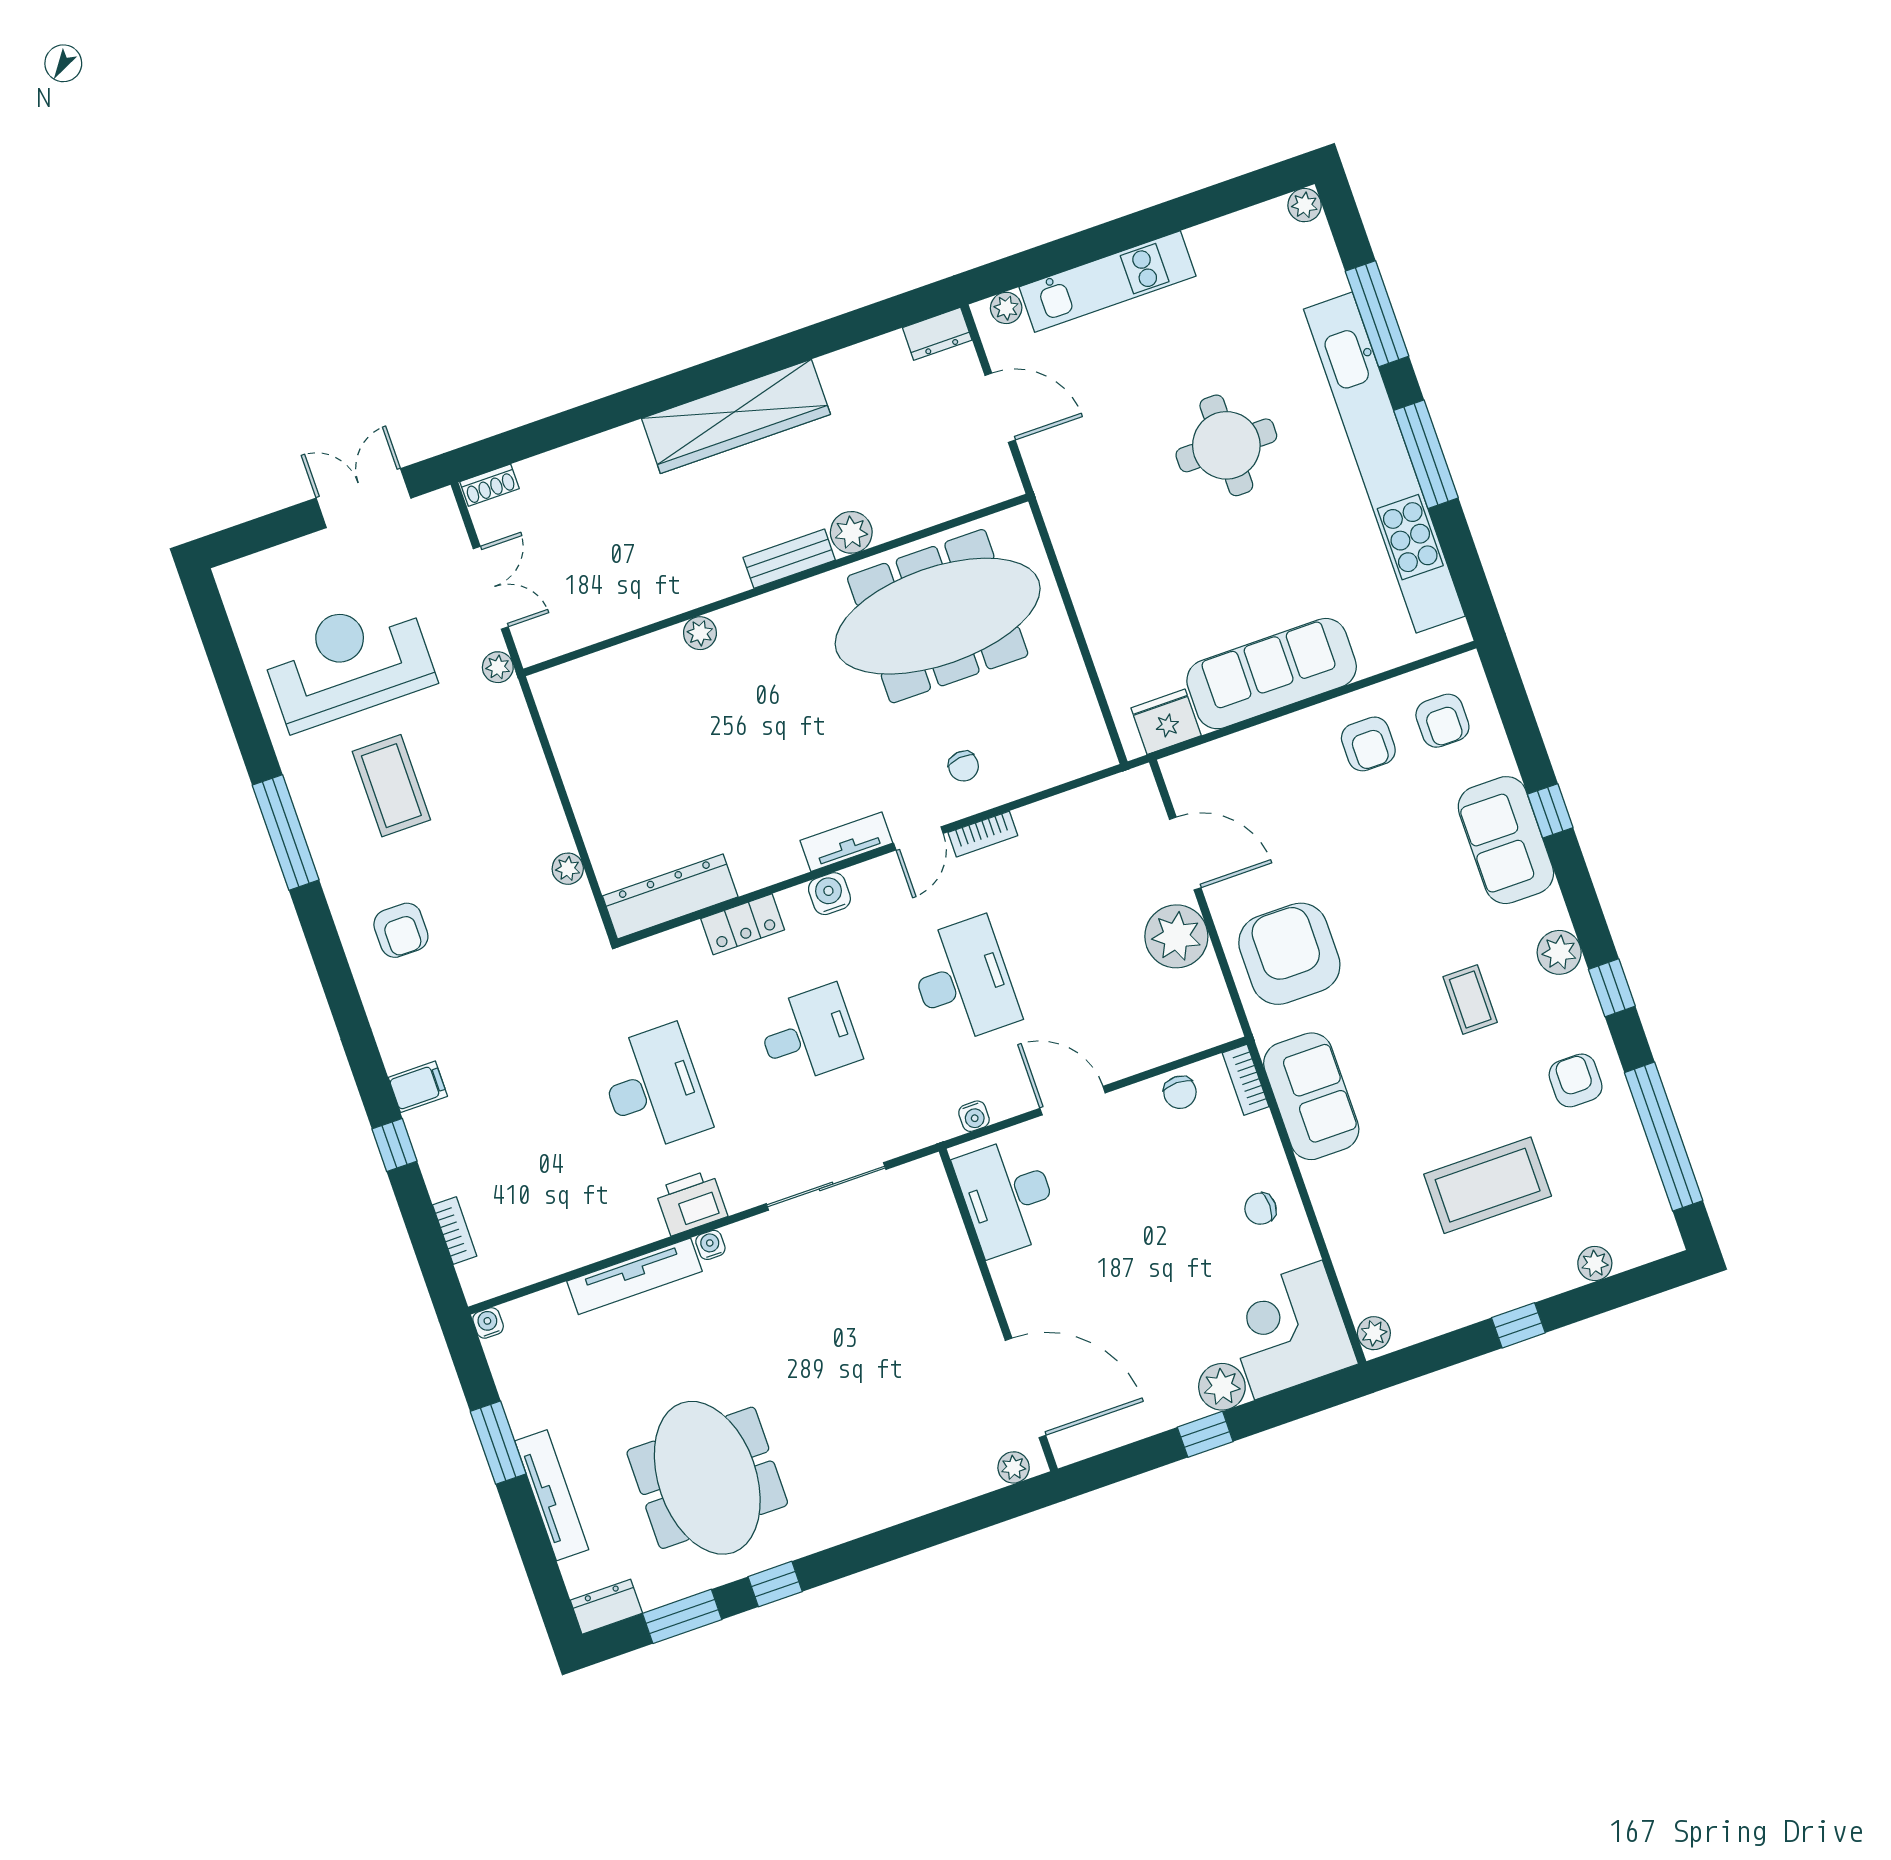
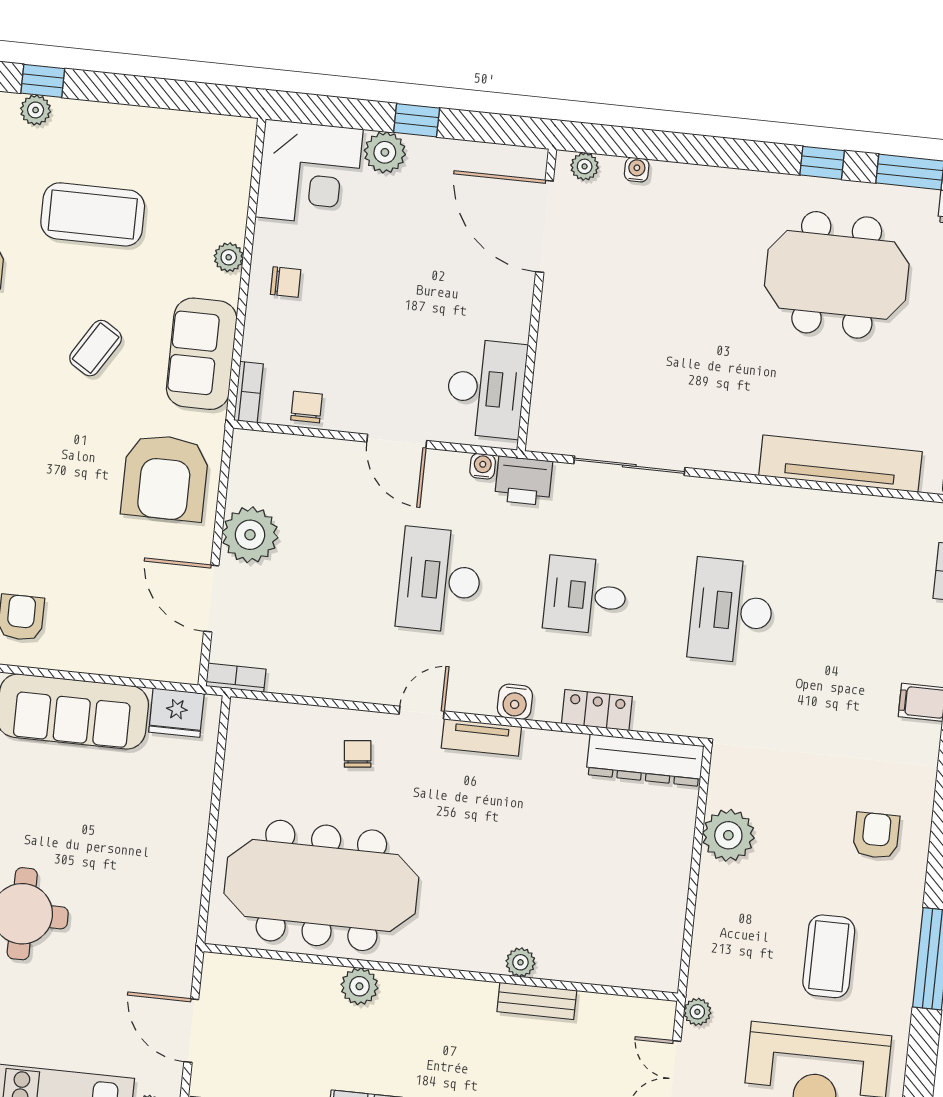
bench: (789, 559) -> (537, 1001), moved
bookcase: (983, 834) -> (236, 678), moved
plant: (568, 869) -> (728, 835), width x1.88, depth x1.88
coffee table: (1470, 1000) -> (96, 348), moved, turned 32
printer: (691, 1203) -> (524, 481), moved
water cooler: (710, 1245) -> (637, 170), moved, turned 180
tv unit: (634, 1276) -> (840, 464), width x1.36, depth x1.29
window: (1518, 1325) -> (43, 81), moved
plant: (1374, 1333) -> (229, 257), moved
meeting table: (707, 1478) -> (837, 275), turned 90

